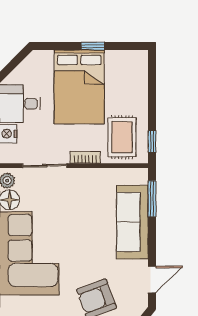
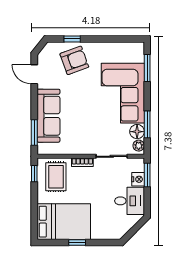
bed: (79, 87) -> (64, 222), moved, turned 90
door: (152, 279) -> (34, 74), hinge flipped

